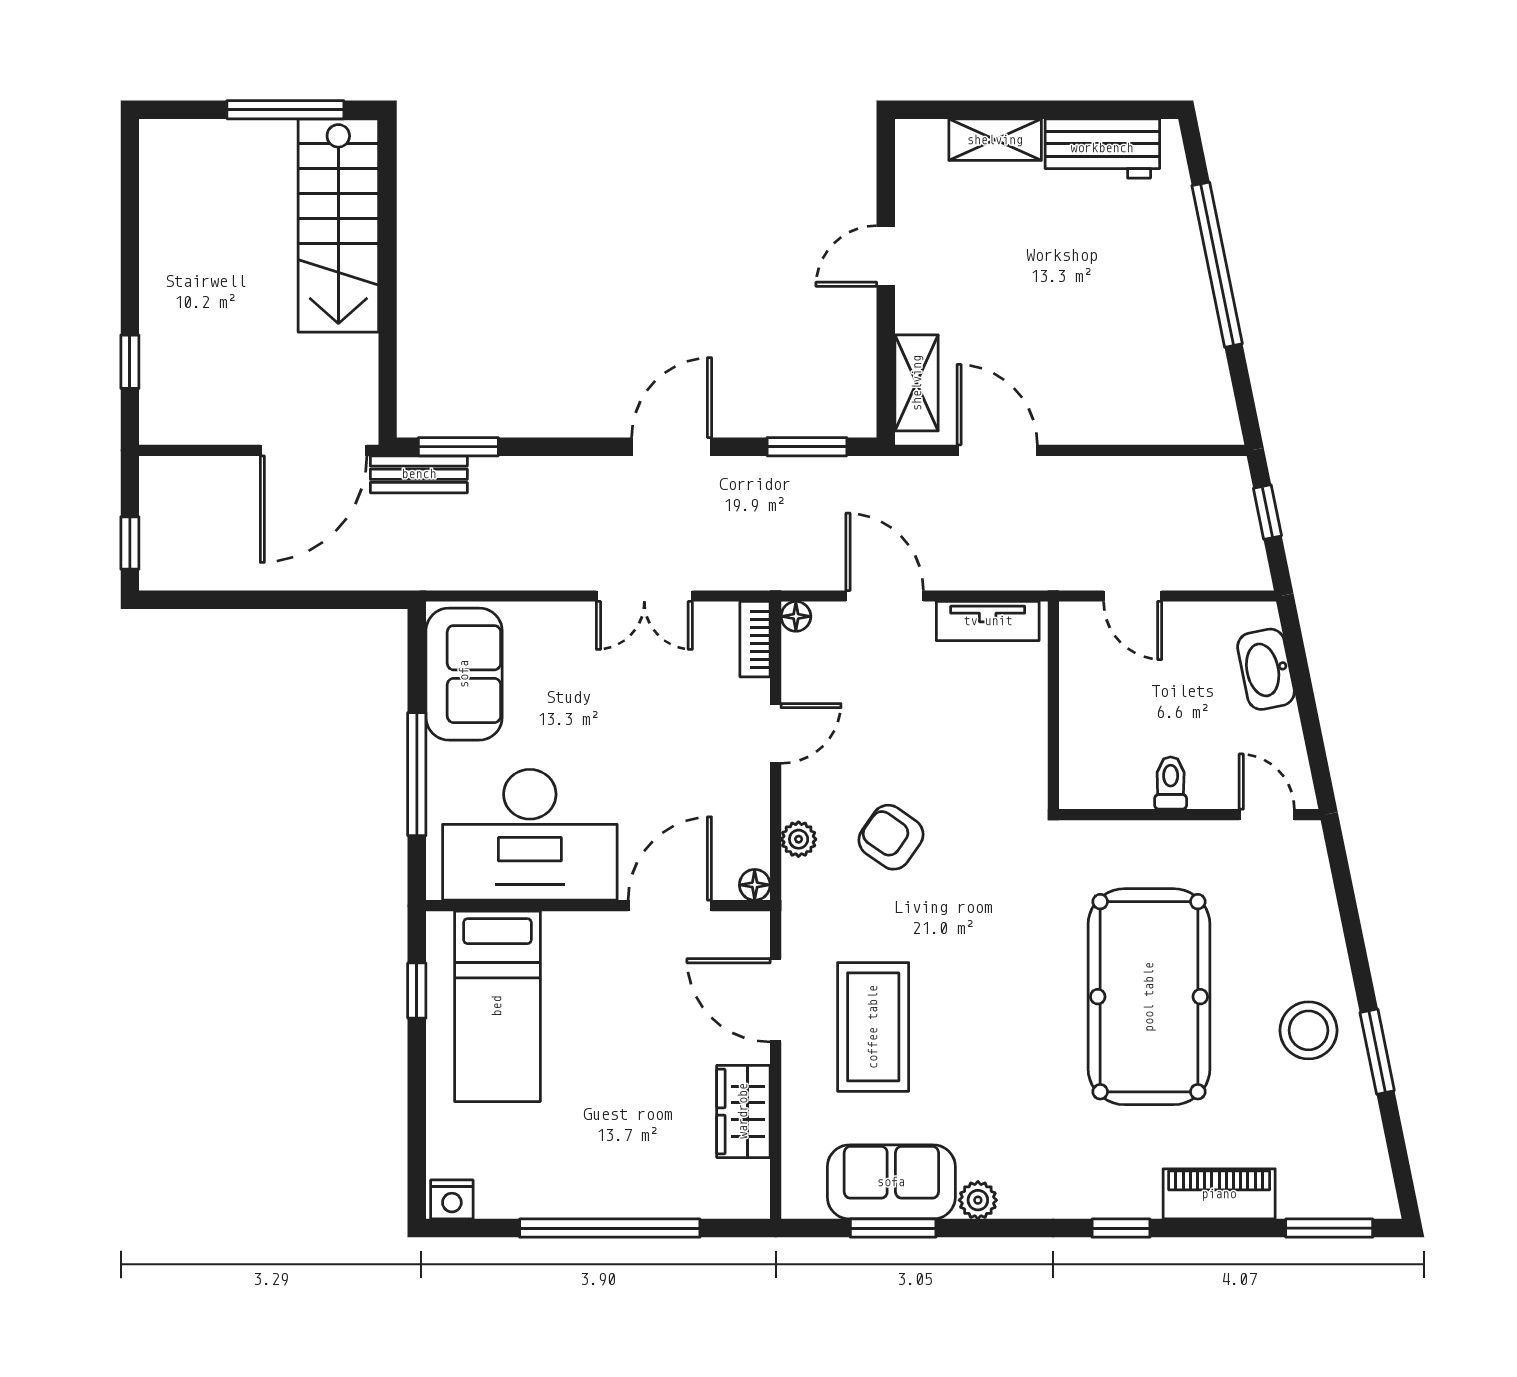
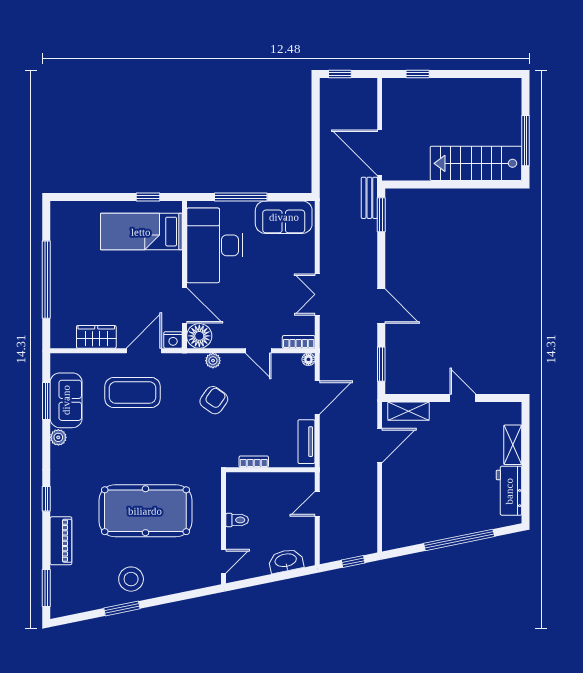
bookcase: (1034, 744) -> (254, 462), added
floor lamp: (755, 885) -> (199, 336), width x1.89, depth x1.89
nightstand: (452, 1199) -> (173, 340), moved, turned -90

